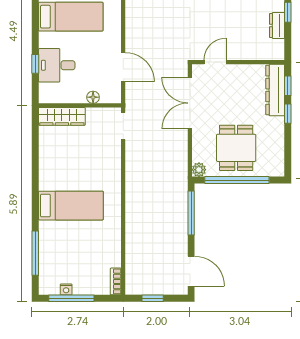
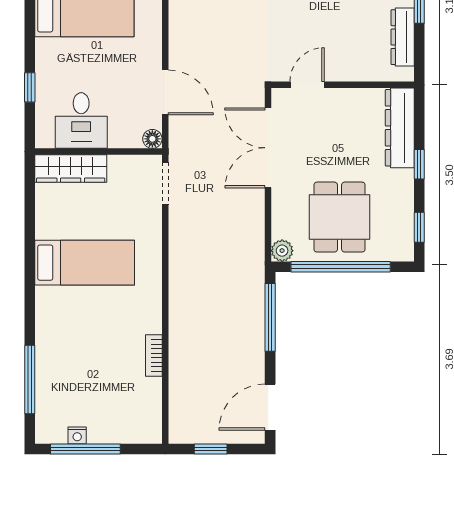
dresser: (277, 26) -> (403, 37), width x1.44
desk: (57, 65) -> (81, 121), moved, turned -90
window: (288, 86) -> (419, 227), moved
floor lamp: (93, 97) -> (152, 139), moved
bed: (71, 206) -> (85, 263), moved
door: (191, 271) -> (270, 407), swing flipped
bookcase: (116, 281) -> (154, 355), moved

